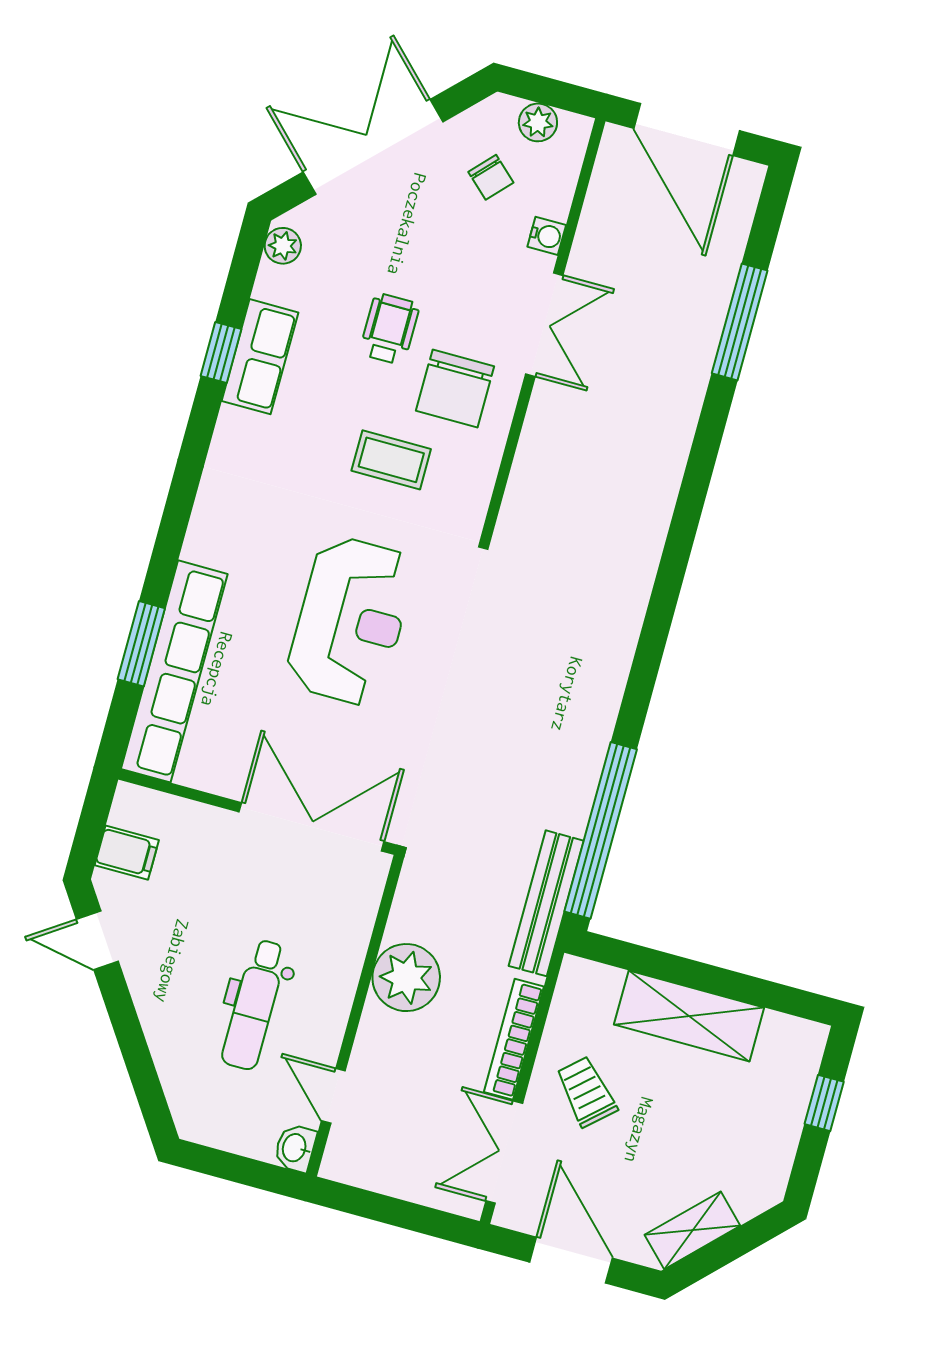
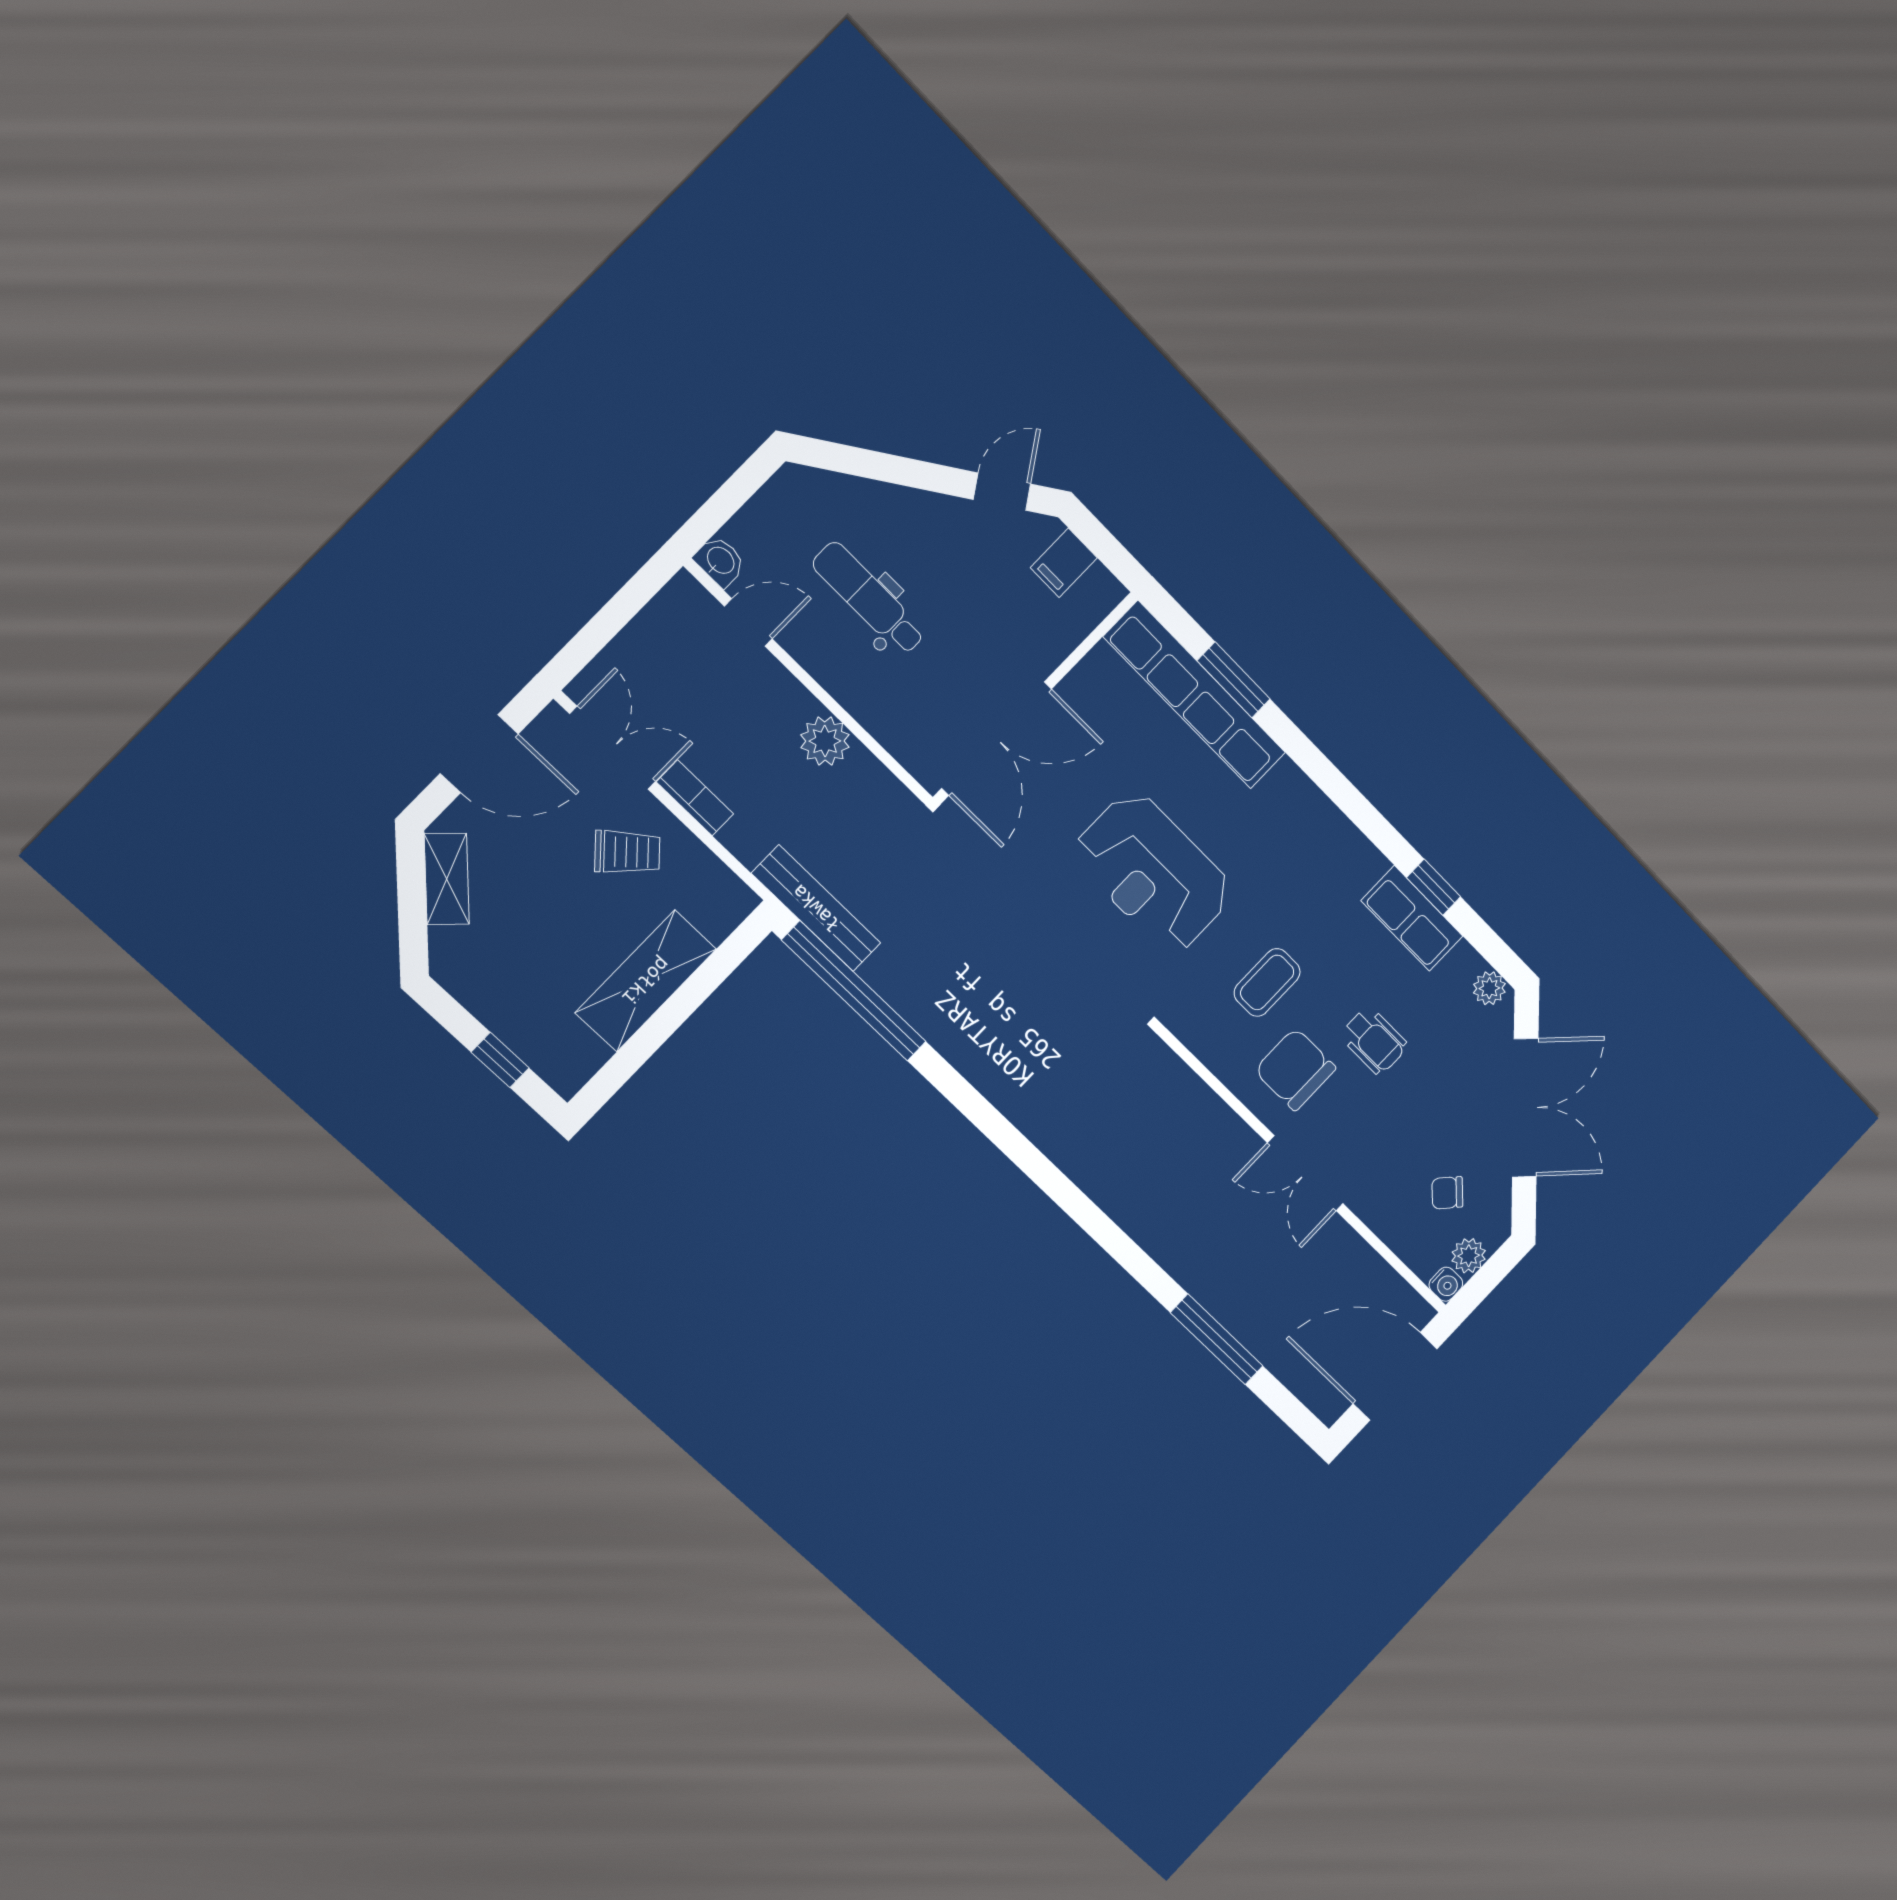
water cooler: (547, 236) -> (1446, 1284), moved, turned -90
plant: (406, 978) -> (825, 741), width x0.73, depth x0.73
bookcase: (514, 1039) -> (695, 798), width x0.64

